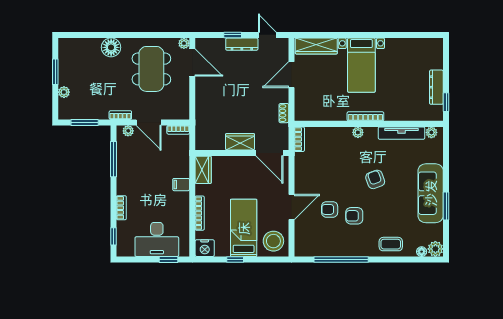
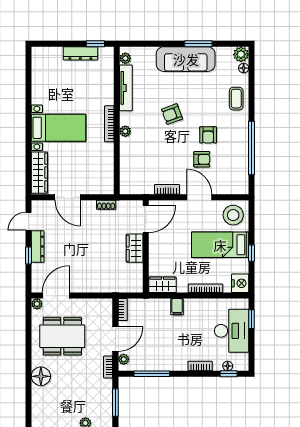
bookcase: (299, 139) -> (167, 189), moved
armchair: (330, 209) -> (202, 159), turned -90
floor lamp: (121, 236) -> (228, 366), added

